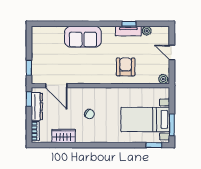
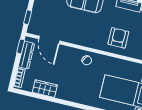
chair: (89, 114) -> (87, 60), moved

